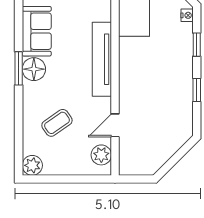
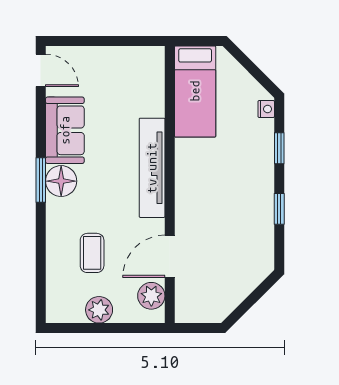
coffee table: (57, 123) -> (92, 253), turned -55
door: (115, 125) -> (170, 256), width x1.38
plant: (32, 165) -> (99, 310), moved

